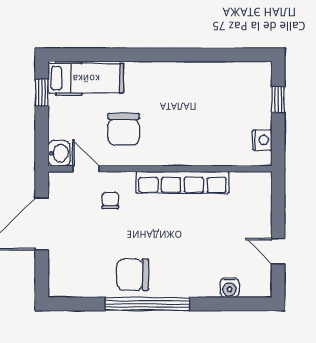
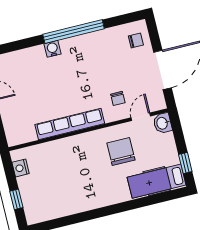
door: (86, 169) -> (141, 117), swing flipped
chair: (133, 275) -> (136, 40), moved, width x0.54, depth x0.54
water cooler: (230, 288) -> (52, 49), moved

